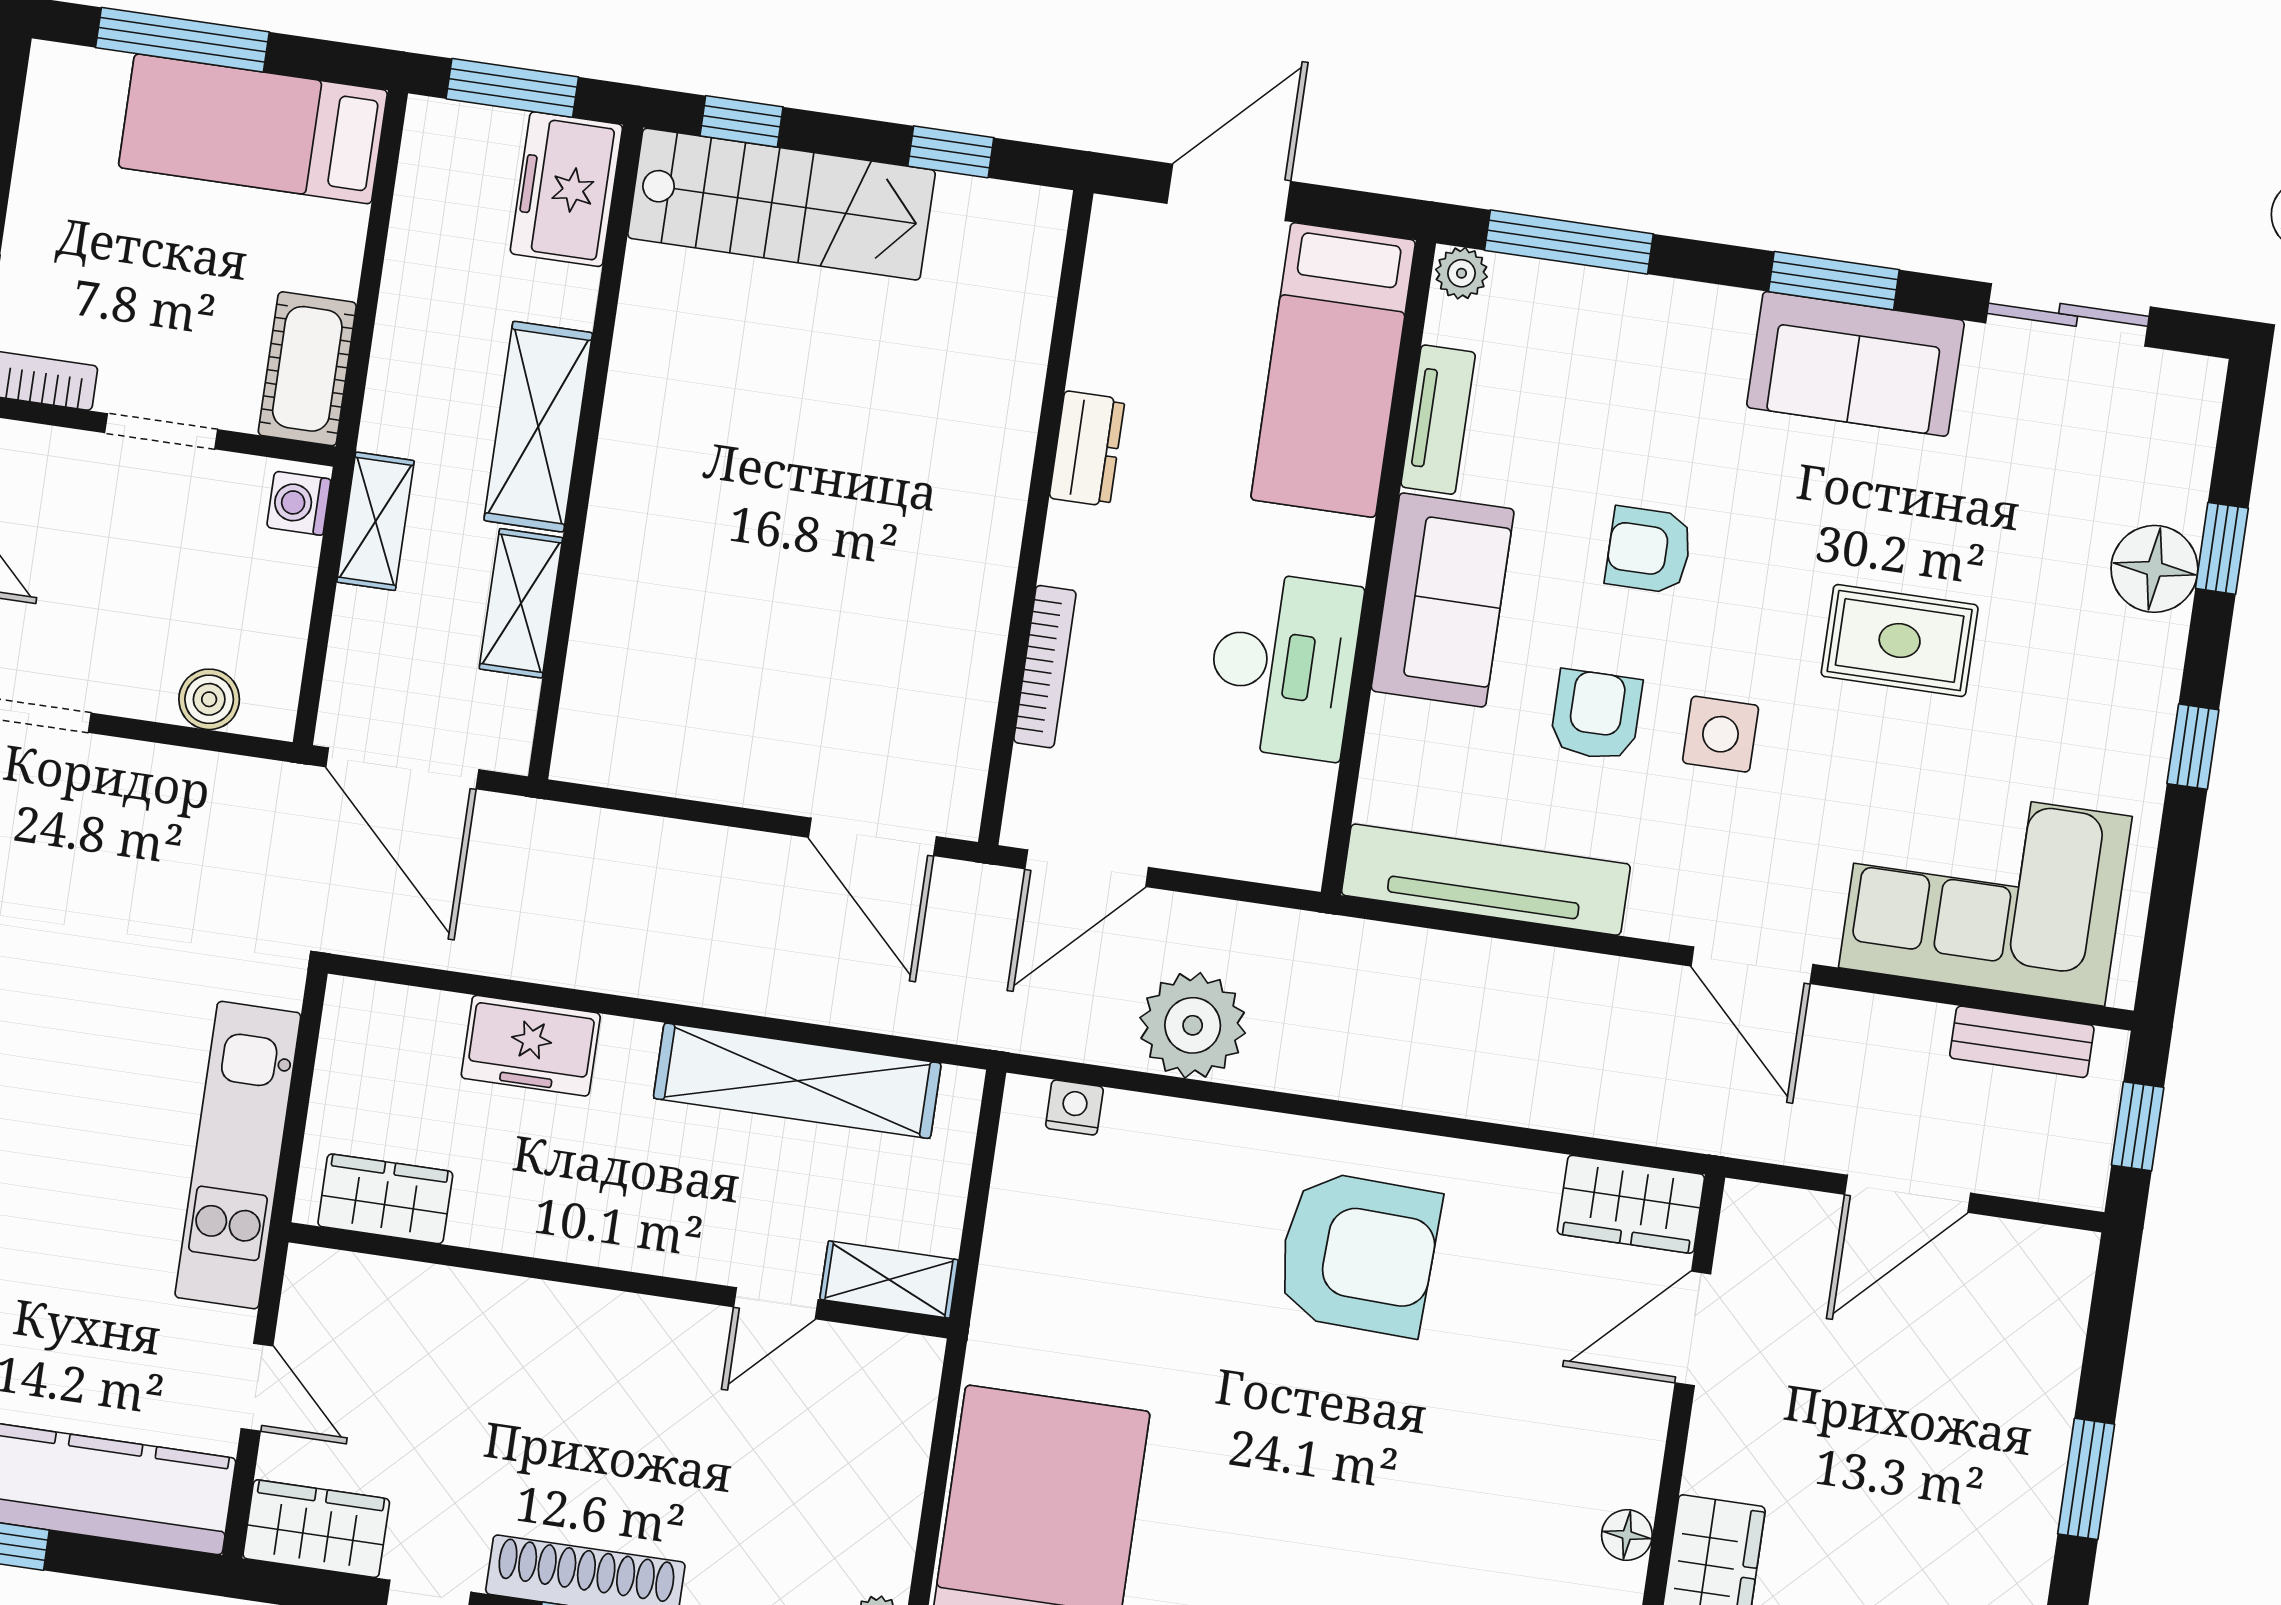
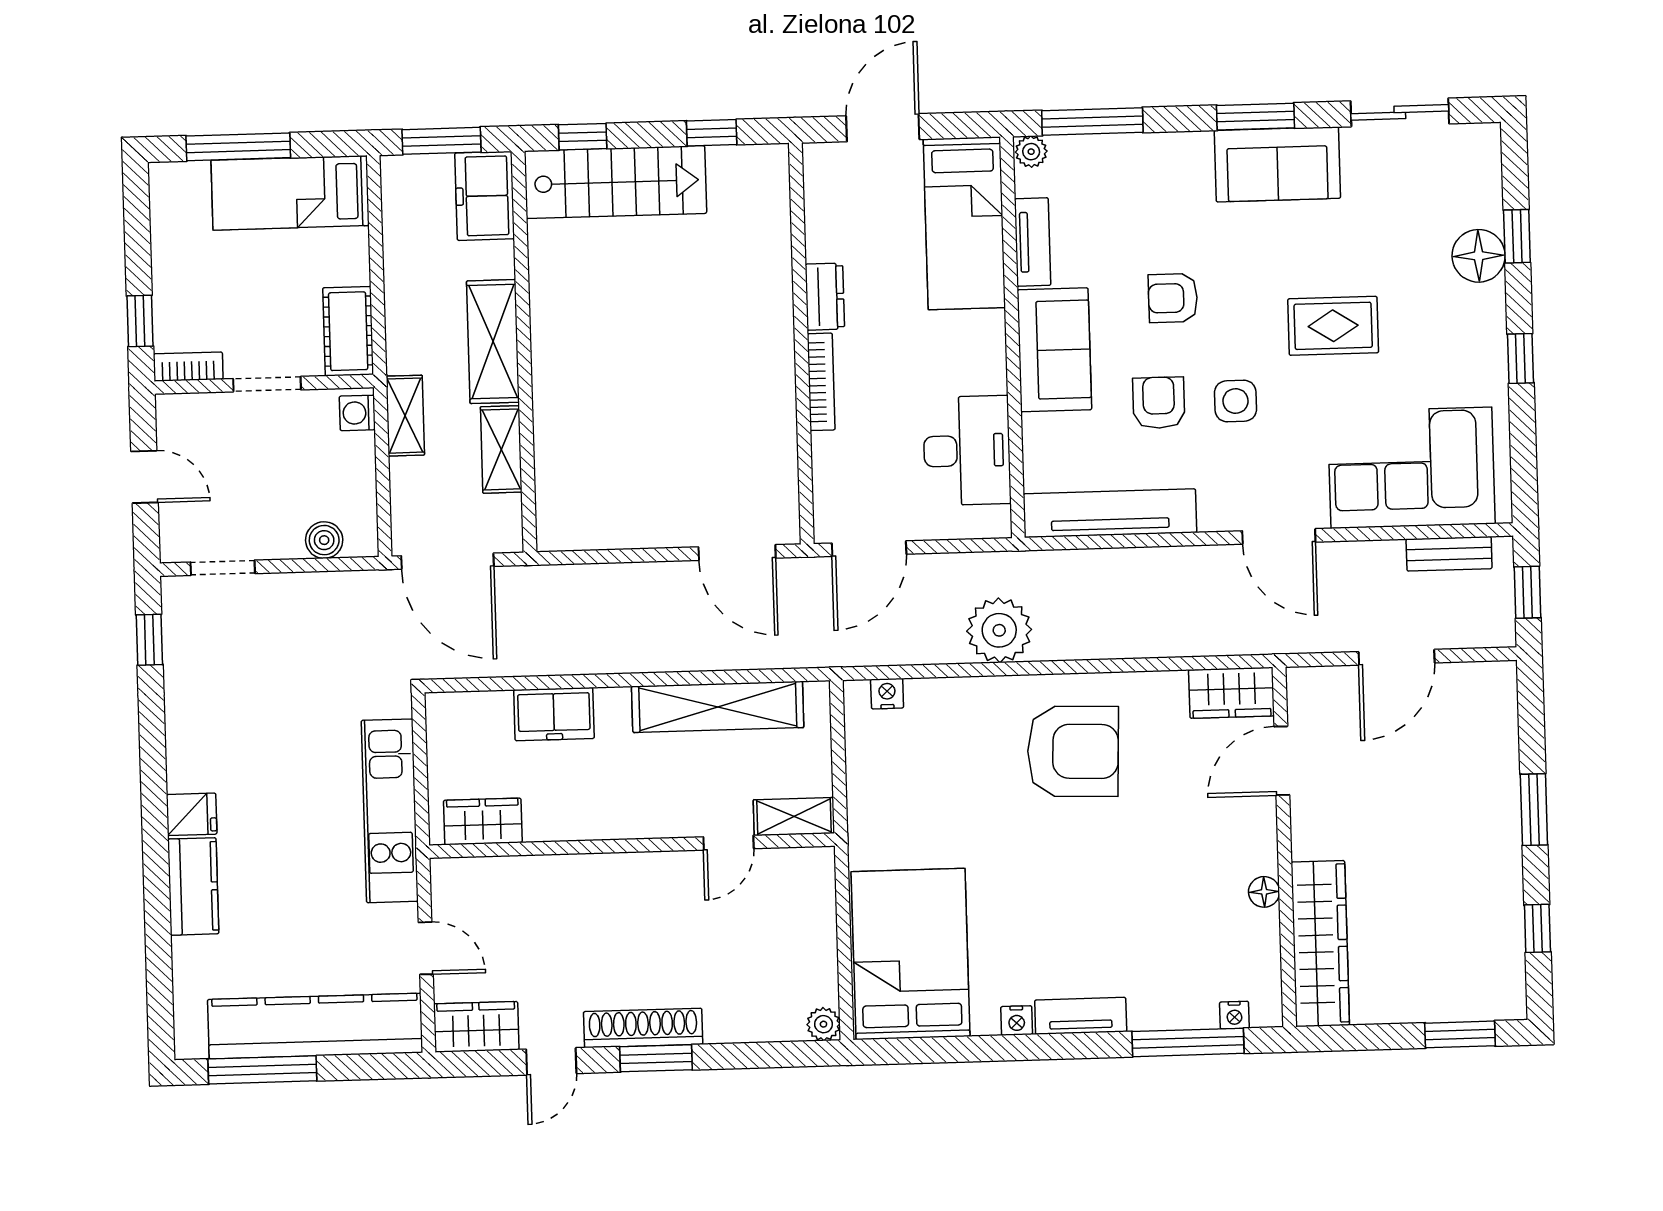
desk: (1283, 665) -> (967, 451), moved
bookcase: (1045, 667) -> (821, 382), moved
plant: (1193, 1025) -> (999, 630), moved

